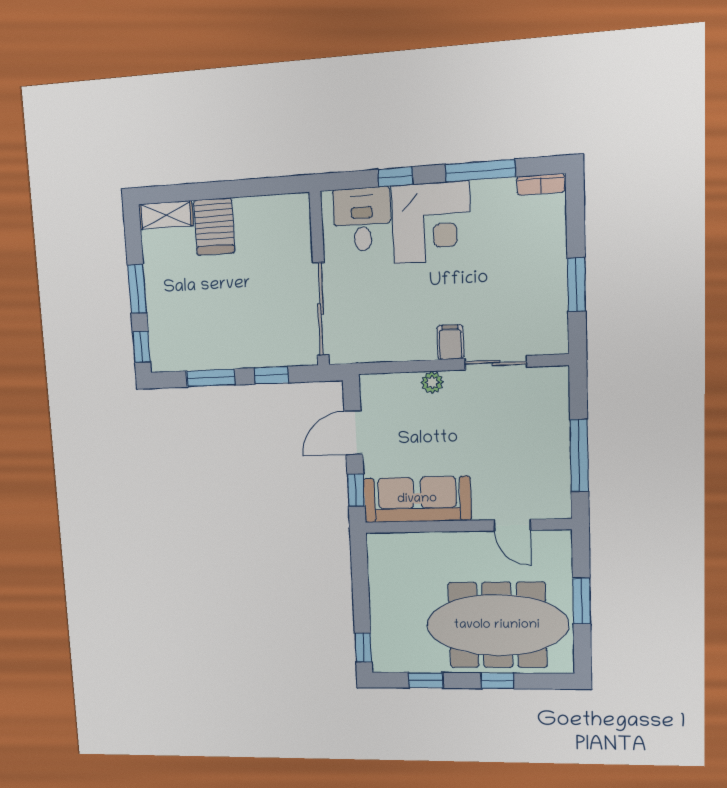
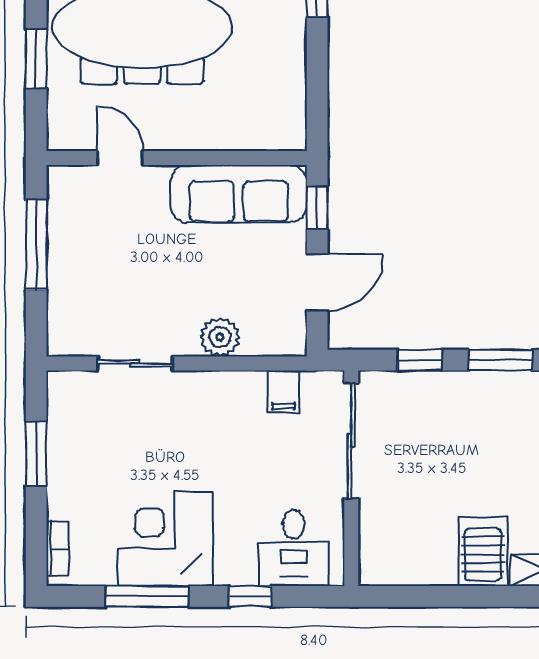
bookcase: (541, 184) -> (58, 549), moved, turned 90
corner desk: (432, 222) -> (166, 539), moved
filing cabinet: (450, 342) -> (283, 392), moved
plant: (432, 382) -> (220, 337), width x1.38, depth x1.38

